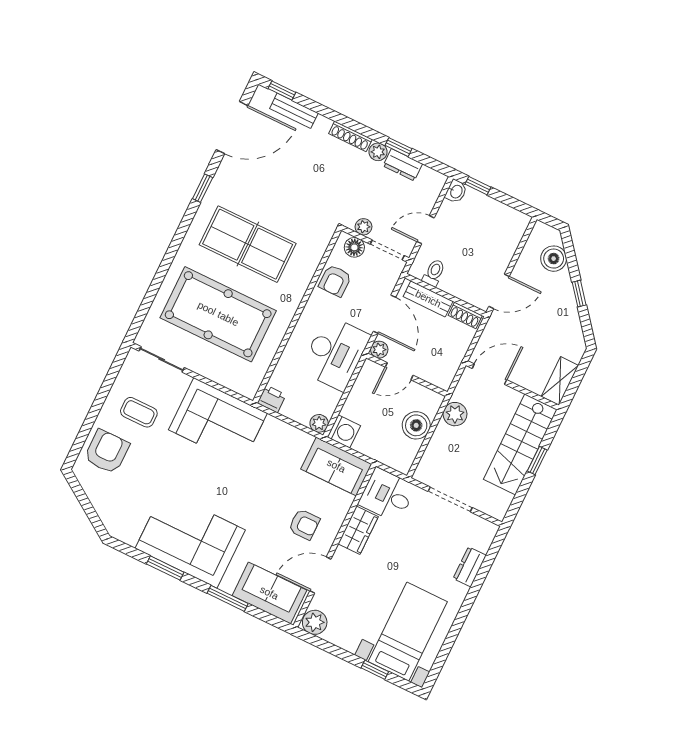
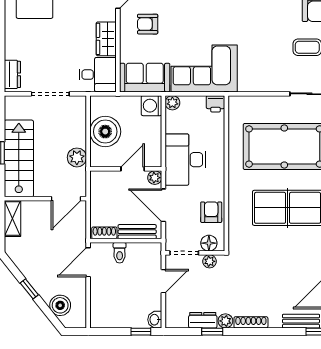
toilet: (434, 273) -> (120, 253), moved
corner sofa: (218, 421) -> (204, 68), moved
boiler: (416, 425) -> (105, 132), width x1.37, depth x1.37
dresser: (470, 567) -> (12, 74), moved

